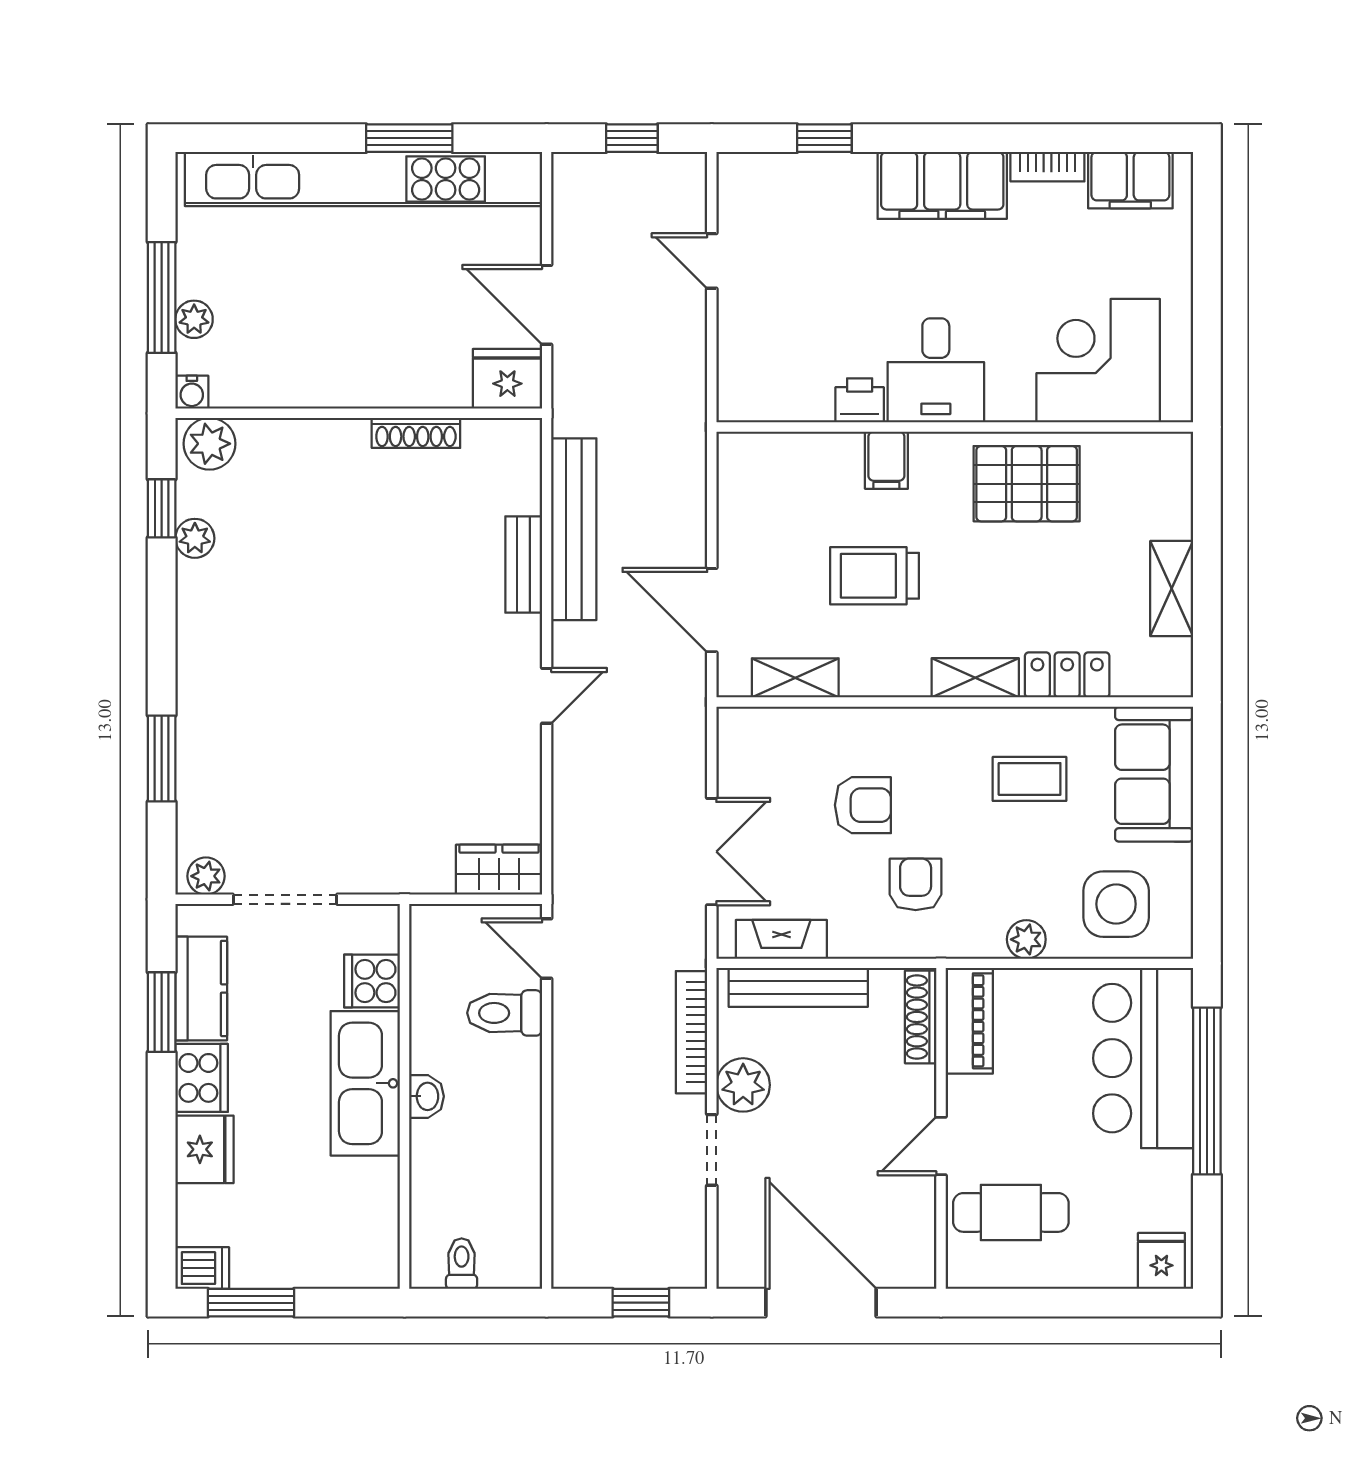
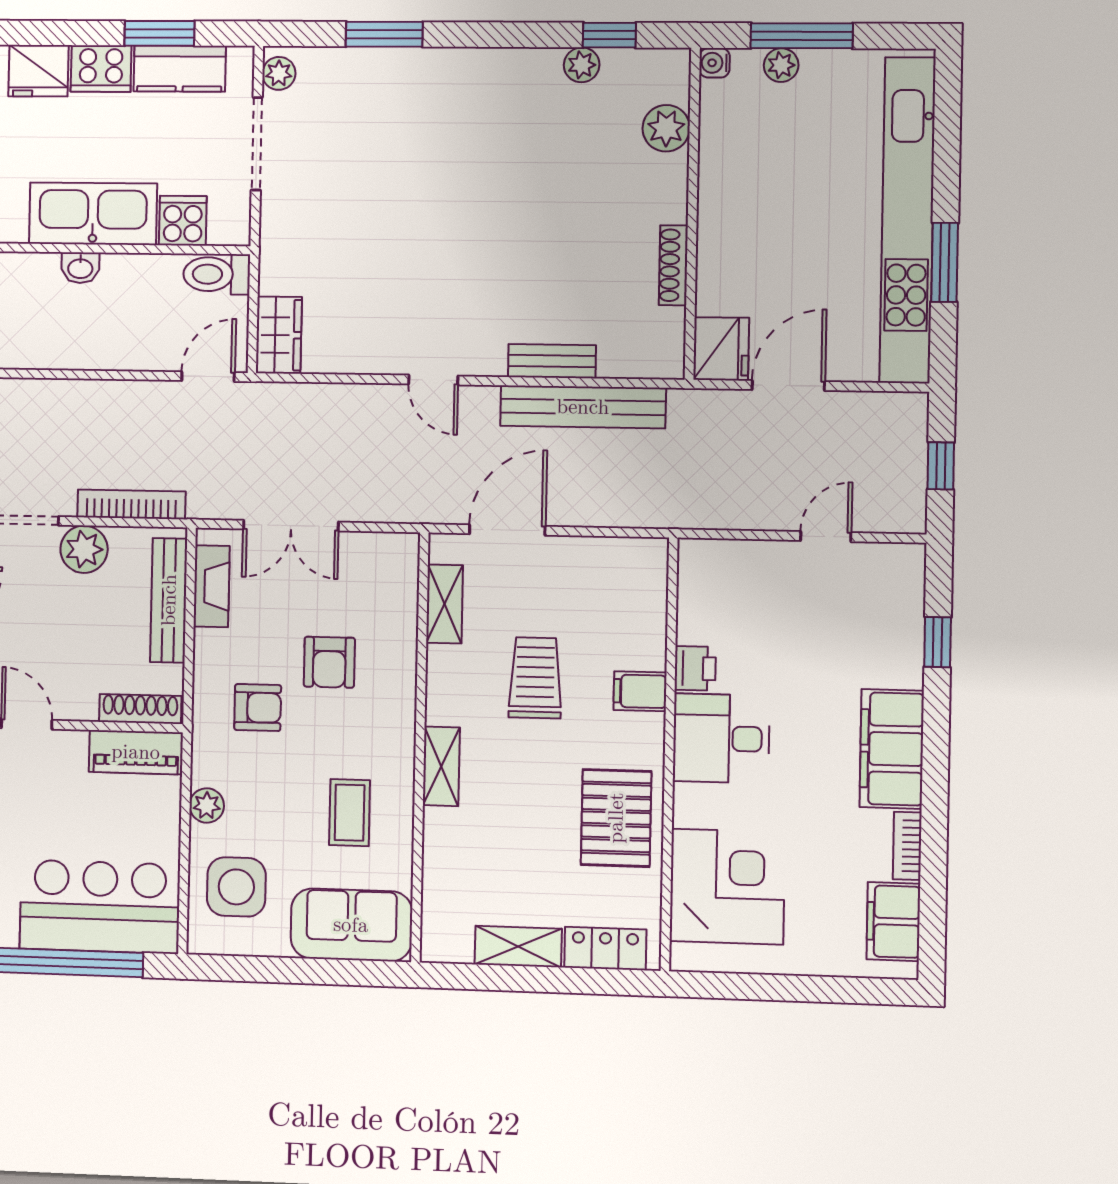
plant: (209, 444) -> (666, 128), moved
locker: (1067, 675) -> (605, 949), moved, turned -90
toilet: (505, 1013) -> (217, 274), moved, turned -90

